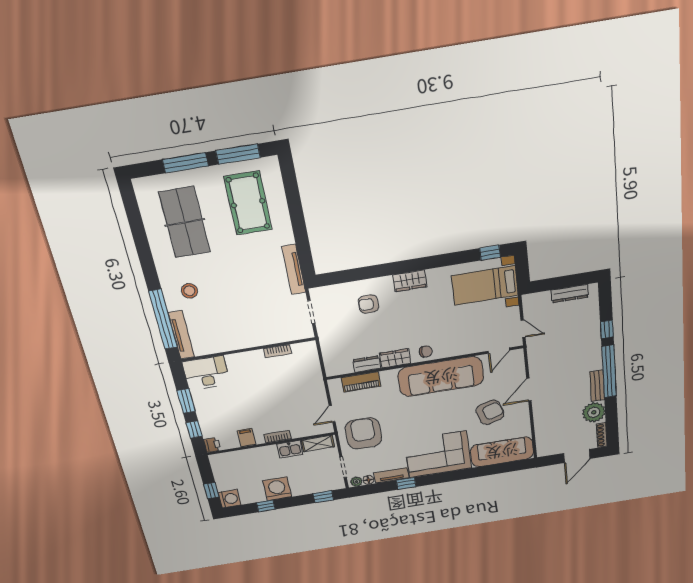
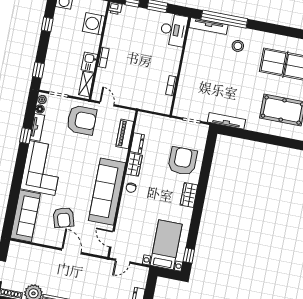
armchair: (368, 304) -> (183, 161), width x1.88, depth x1.88
filing cabinet: (247, 438) -> (111, 35), removed
washing machine: (277, 489) -> (94, 24), moved, turned 180

